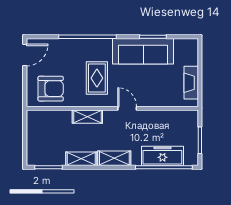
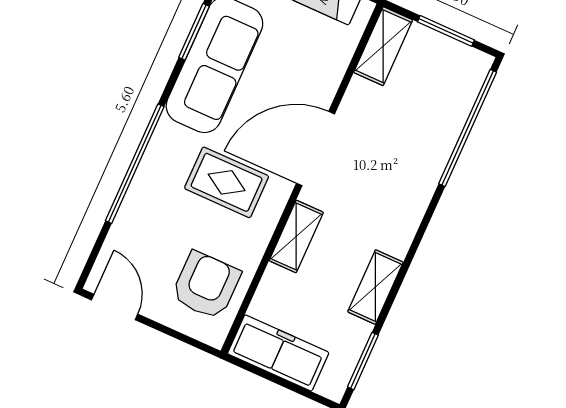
door: (127, 108) -> (315, 149), width x1.88
freezer: (162, 156) -> (278, 353), moved, turned 90
shelving: (114, 158) -> (383, 46), moved

